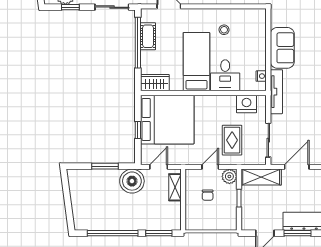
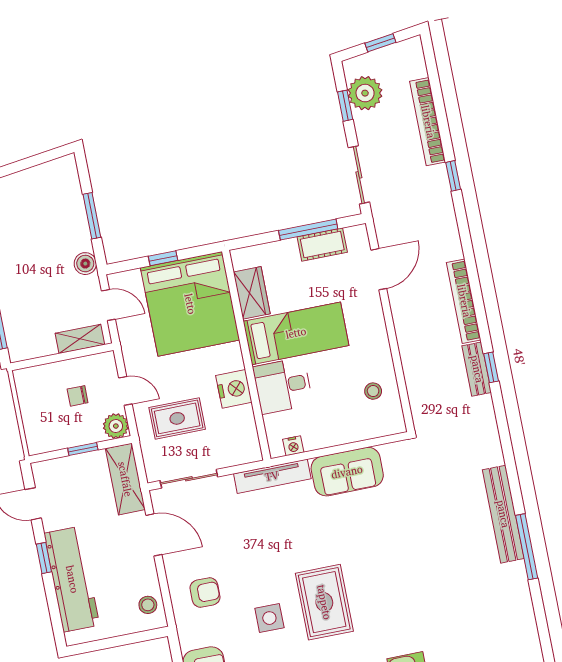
stool: (224, 30) -> (373, 391), moved
window: (138, 43) -> (308, 230), width x0.68
wardrobe: (155, 83) -> (252, 293), moved
nightstand: (246, 104) -> (234, 389), moved
boiler: (132, 181) -> (85, 264), width x0.54, depth x0.54
window: (297, 233) -> (44, 558), width x0.67

